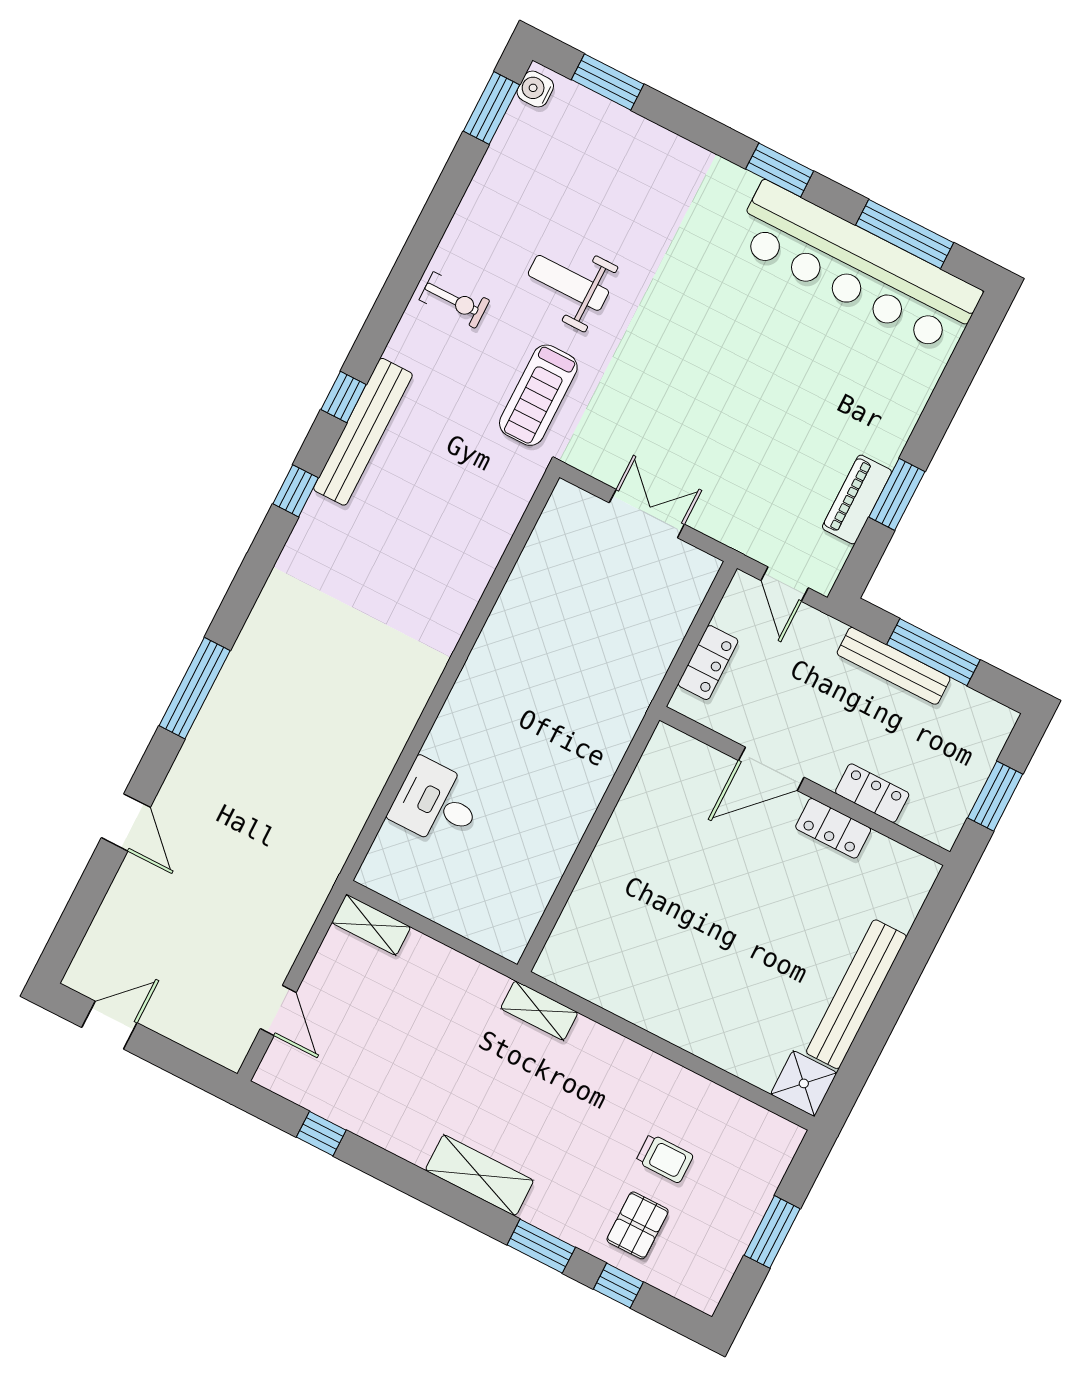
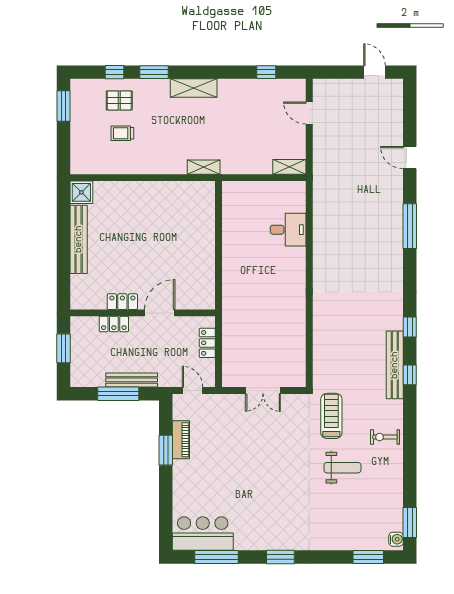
bar counter: (857, 268) -> (203, 534), width x0.54
door: (109, 1025) -> (375, 72), swing flipped
pallet: (638, 1225) -> (119, 100), turned 90
window: (772, 1232) -> (63, 106), moved

